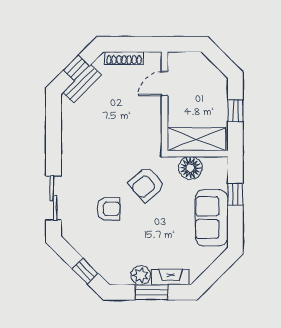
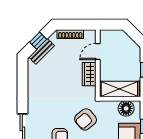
wardrobe: (152, 117) -> (89, 74), added
floor lamp: (190, 168) -> (126, 108), moved

